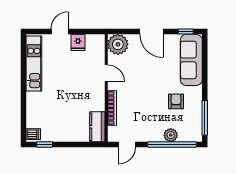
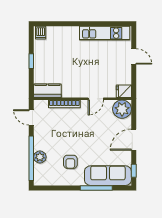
fridge: (78, 42) -> (124, 91), moved
armchair: (176, 101) -> (70, 162), turned 90
window: (205, 118) -> (96, 188), moved
window: (45, 144) -> (31, 61), moved

